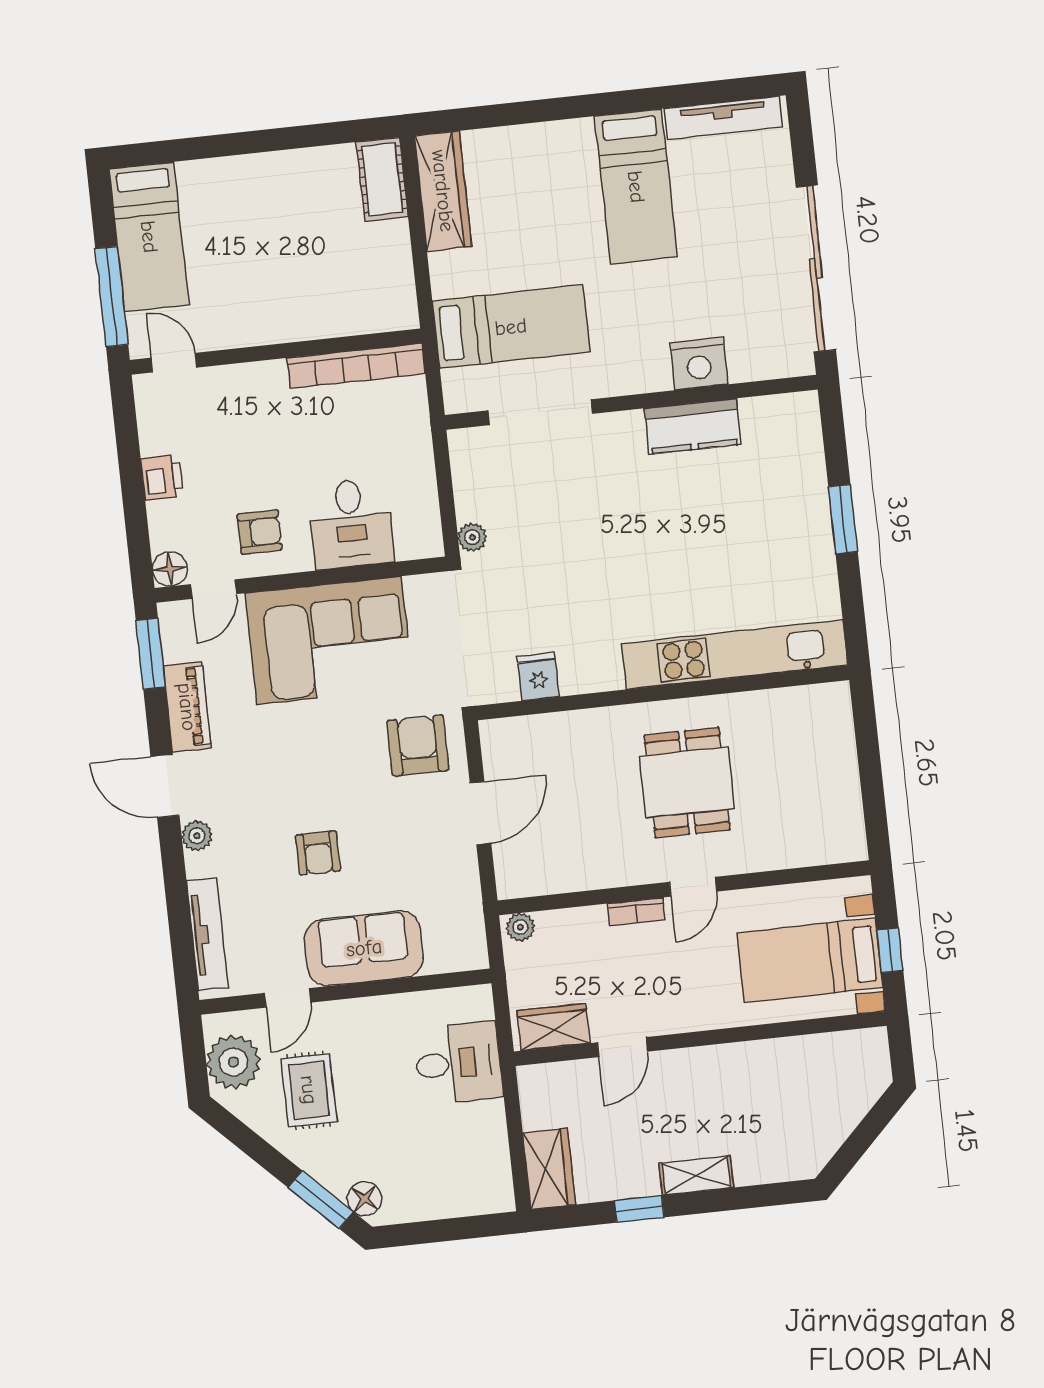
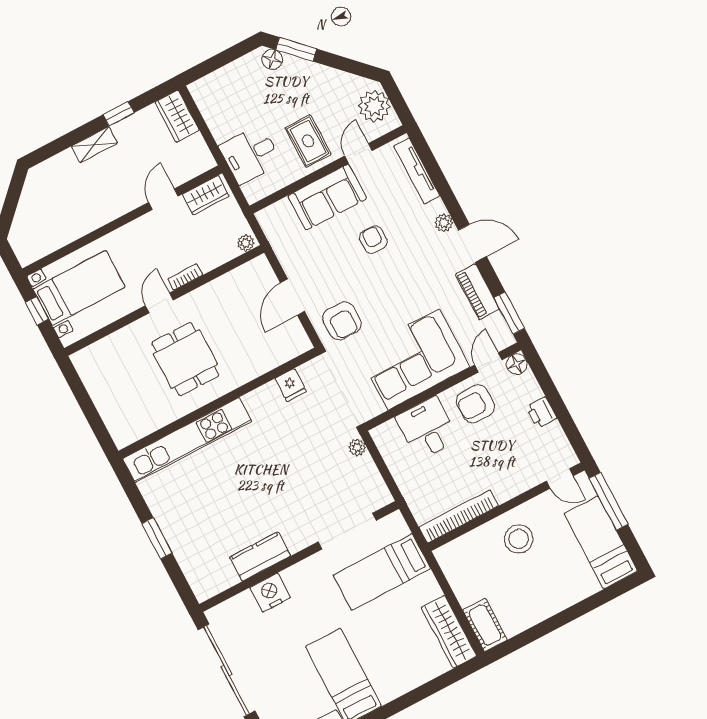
stool: (276, 293) -> (519, 539), added
armchair: (260, 532) -> (476, 404), width x1.38, depth x1.38
rug: (309, 1090) -> (308, 141), moved

